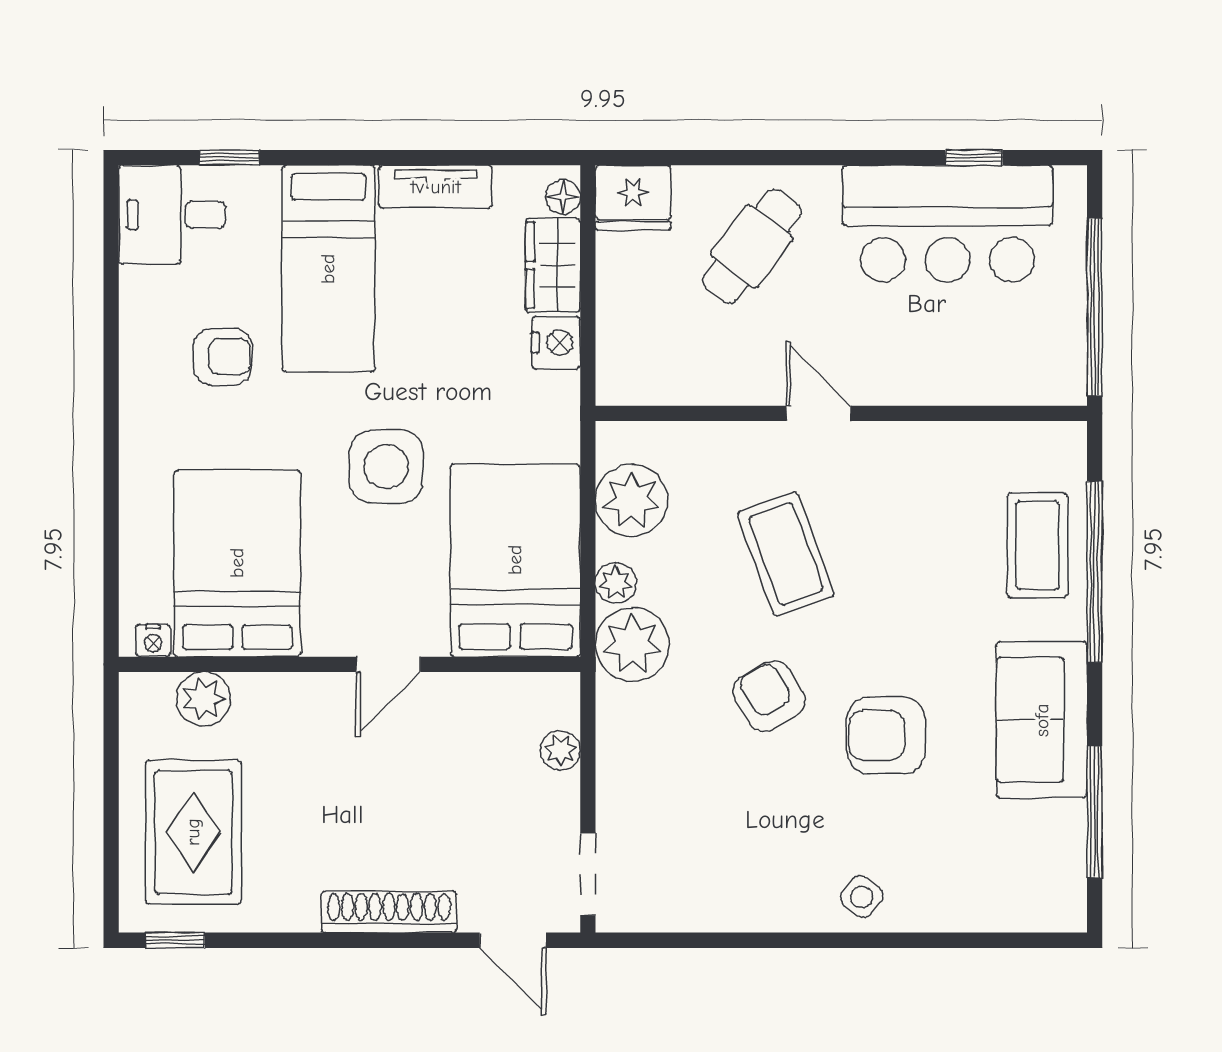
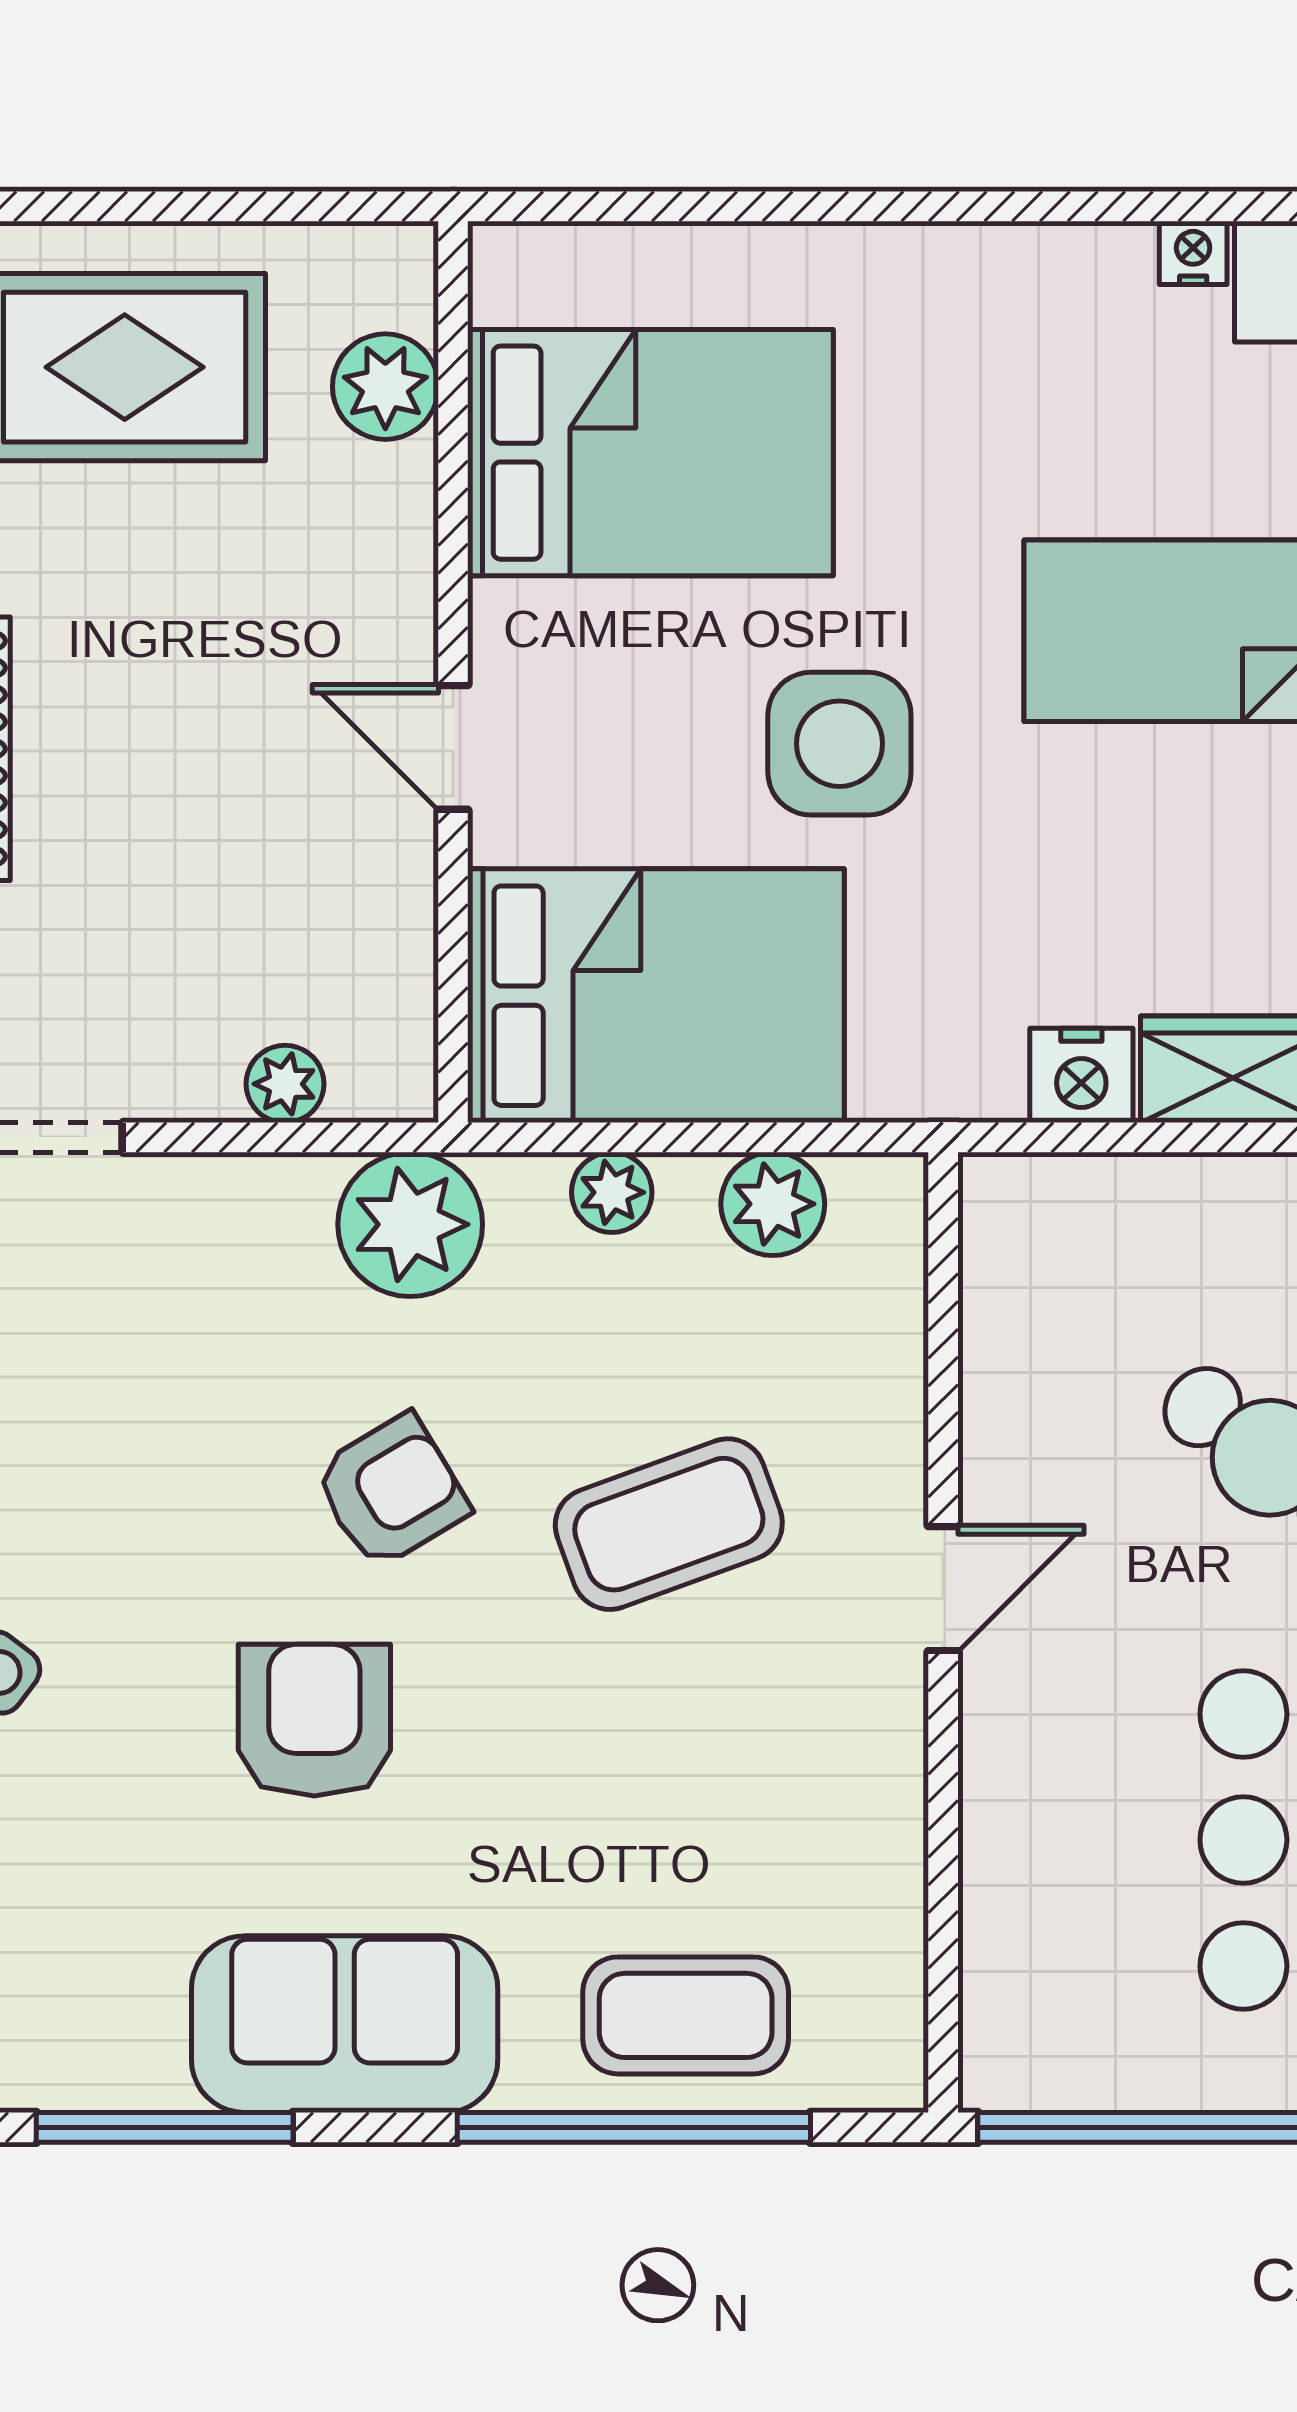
armchair: (223, 357) -> (1054, 424), removed
plant: (632, 501) -> (773, 1204), width x0.73, depth x0.73
nightstand: (153, 640) -> (1193, 253), moved, turned 90
plant: (632, 645) -> (410, 1224), moved

